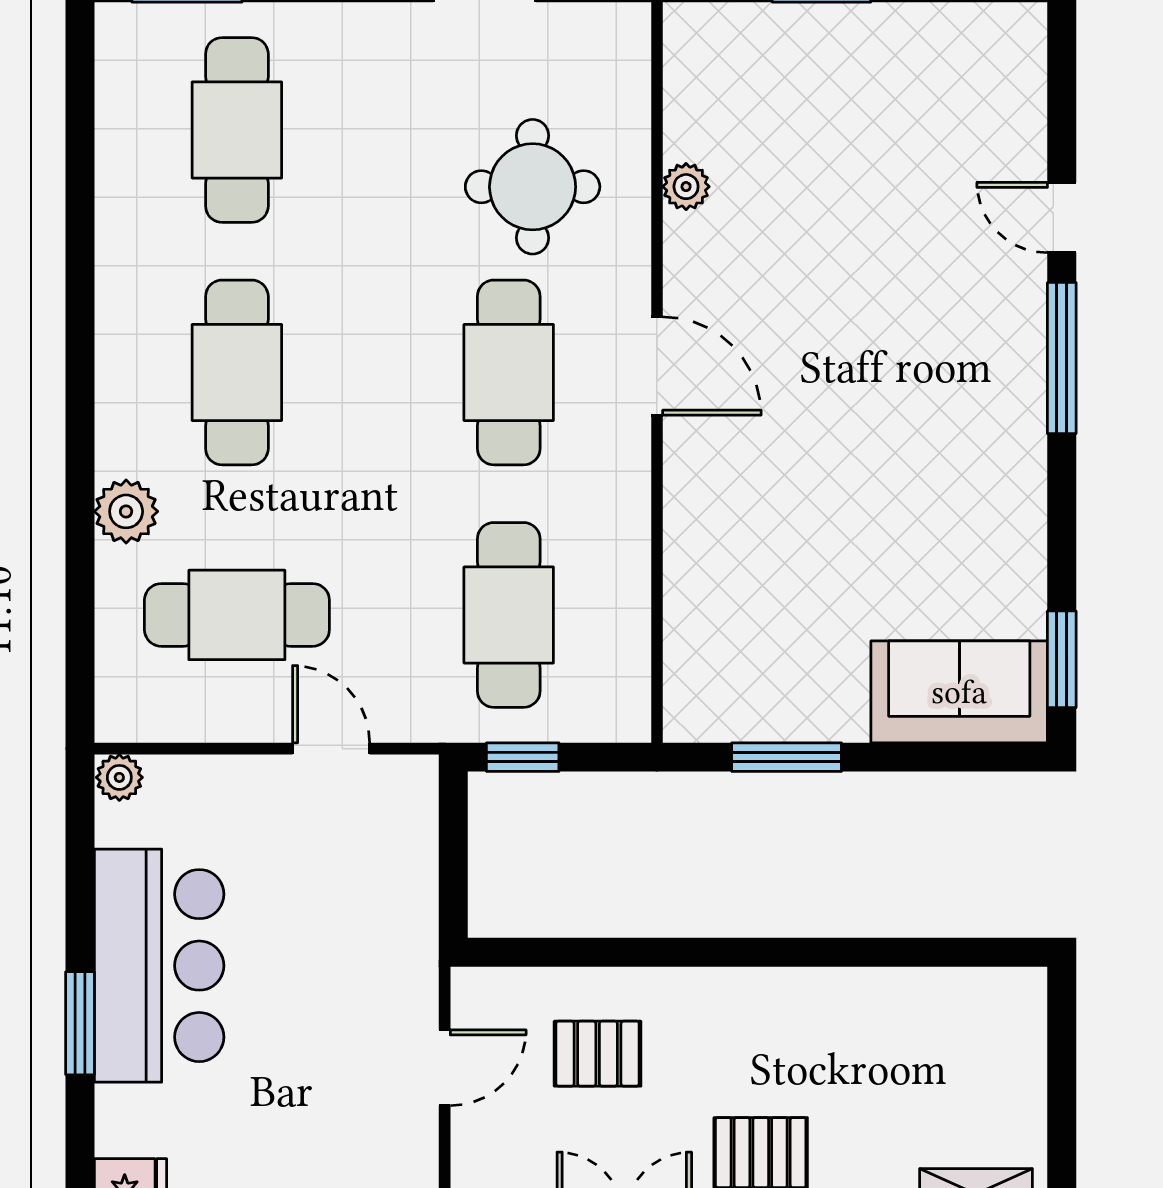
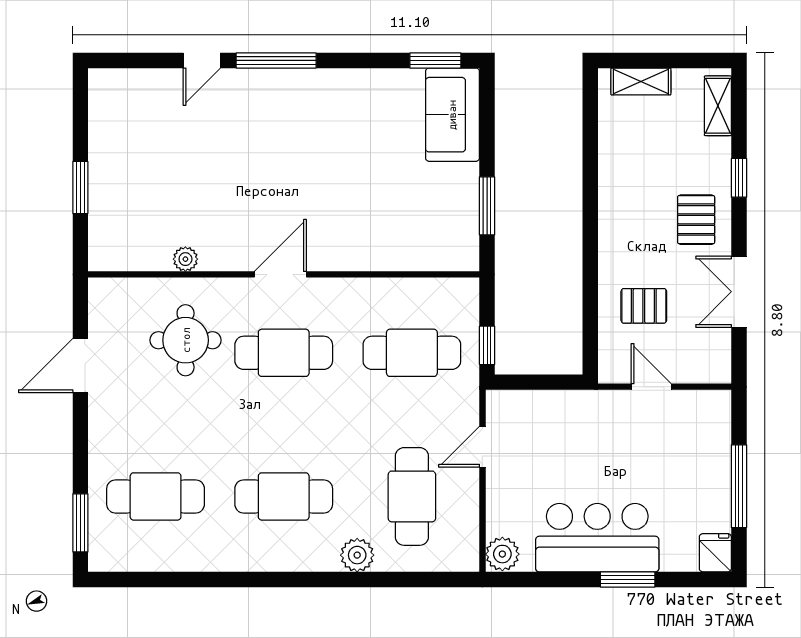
plant: (119, 777) -> (502, 554), width x1.38, depth x1.38
shelving: (1022, 1048) -> (641, 82), added
pallet: (598, 1054) -> (644, 306), turned 90

